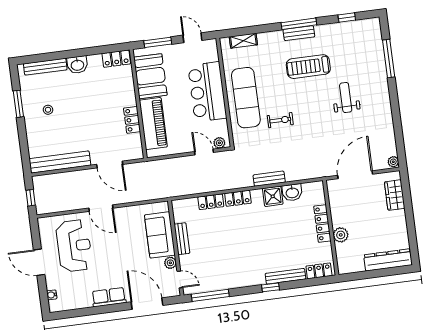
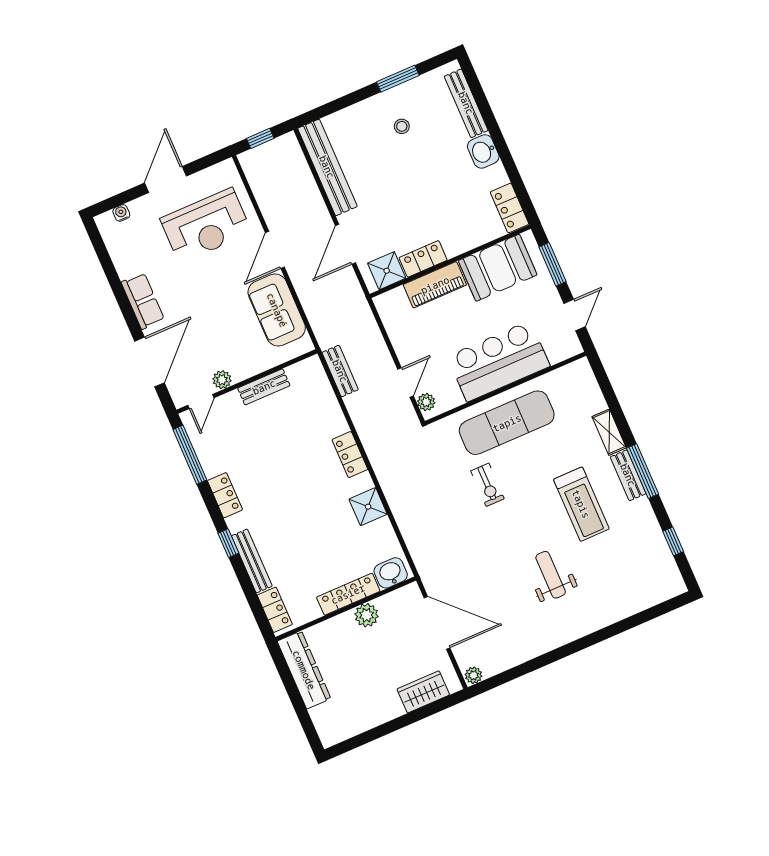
shelving: (243, 41) -> (609, 432), moved
window: (389, 58) -> (629, 623), removed
treadmill: (308, 67) -> (581, 504), turned 180
weight bench: (346, 98) -> (551, 575), turned -90
piano: (153, 124) -> (435, 285), width x0.73, depth x0.75
shower: (133, 144) -> (387, 271), added
bench: (269, 179) -> (340, 371), moved
washbasin: (292, 192) -> (391, 573), moved, turned 90
locker: (211, 202) -> (225, 495), moved, turned 180
sofa: (160, 235) -> (277, 310), moved, turned -90
plant: (341, 235) -> (367, 615), moved
dresser: (388, 260) -> (304, 670), moved

